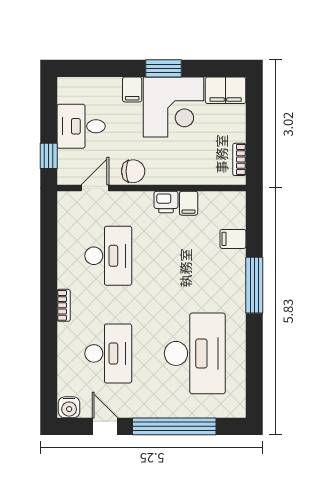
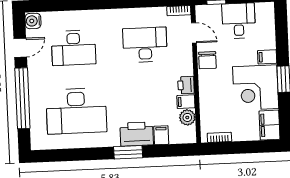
plant: (210, 202) -> (187, 117), added
desk: (108, 256) -> (145, 45), turned 180
printer: (230, 272) -> (137, 134), added
window: (254, 285) -> (128, 152), width x0.69
bookcase: (64, 305) -> (179, 11), moved

